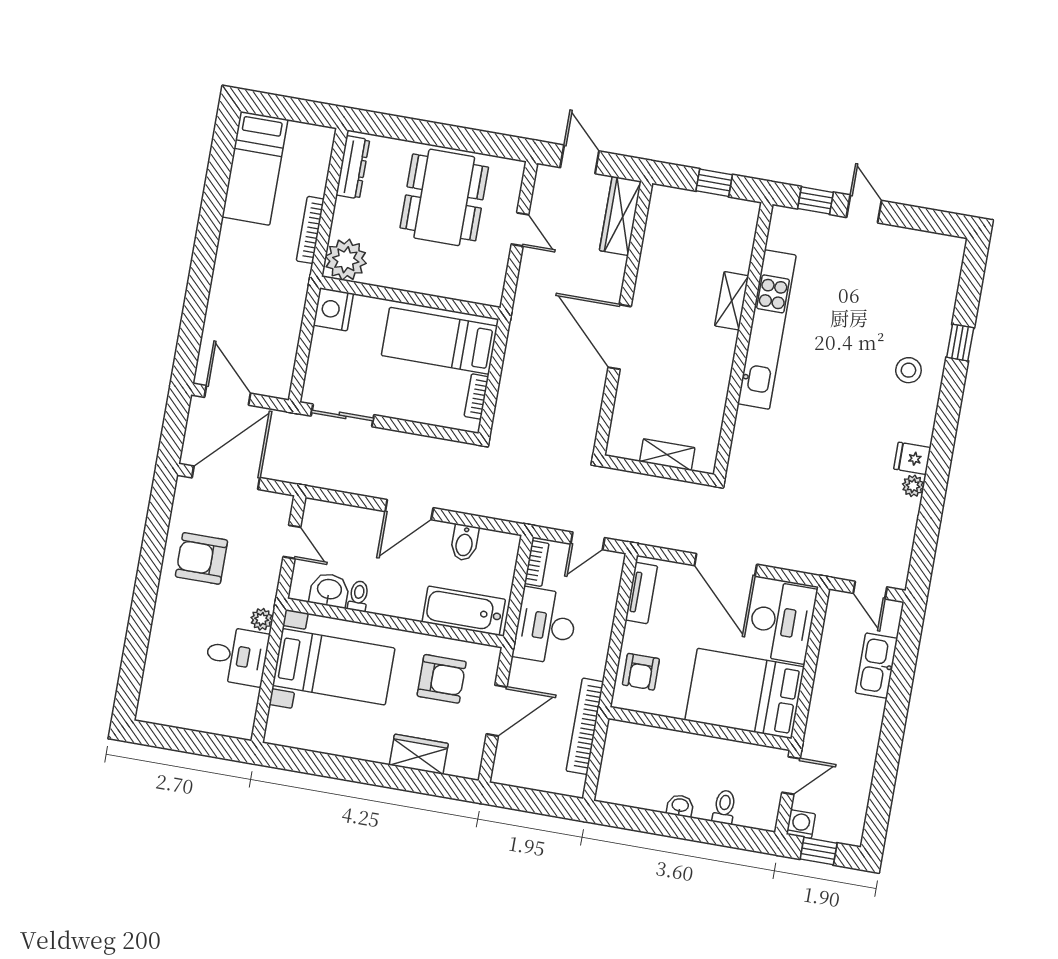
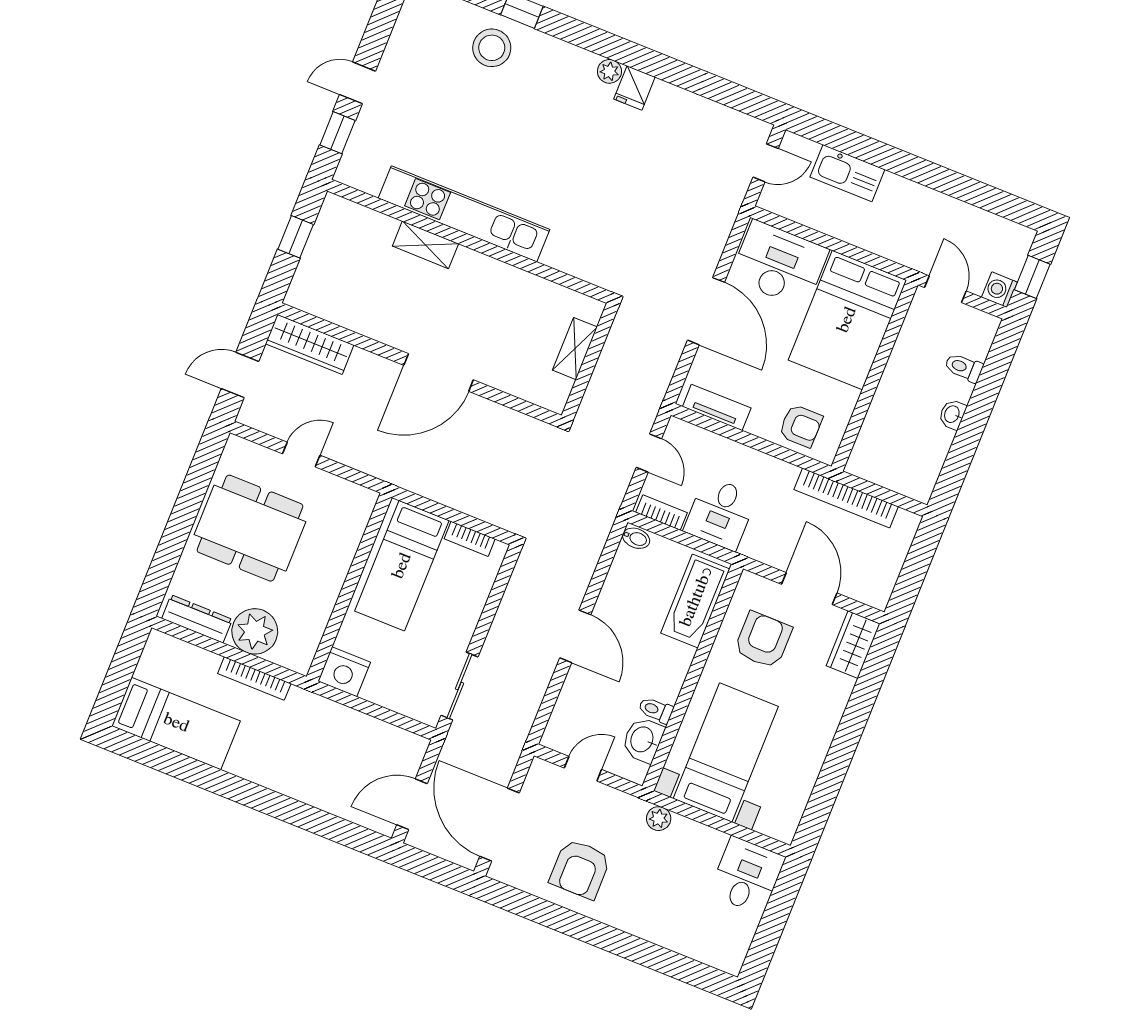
plant: (346, 260) -> (255, 631), moved
stool: (908, 370) -> (492, 48), moved, width x1.38, depth x1.38
plant: (913, 486) -> (609, 71), moved
bidet: (464, 543) -> (636, 538), moved, width x0.72, depth x0.74
door: (726, 565) -> (706, 311), hinge flipped
desk: (545, 626) -> (720, 513), width x0.73
desk: (237, 656) -> (747, 876), moved
wardrobe: (419, 754) -> (853, 645), moved

